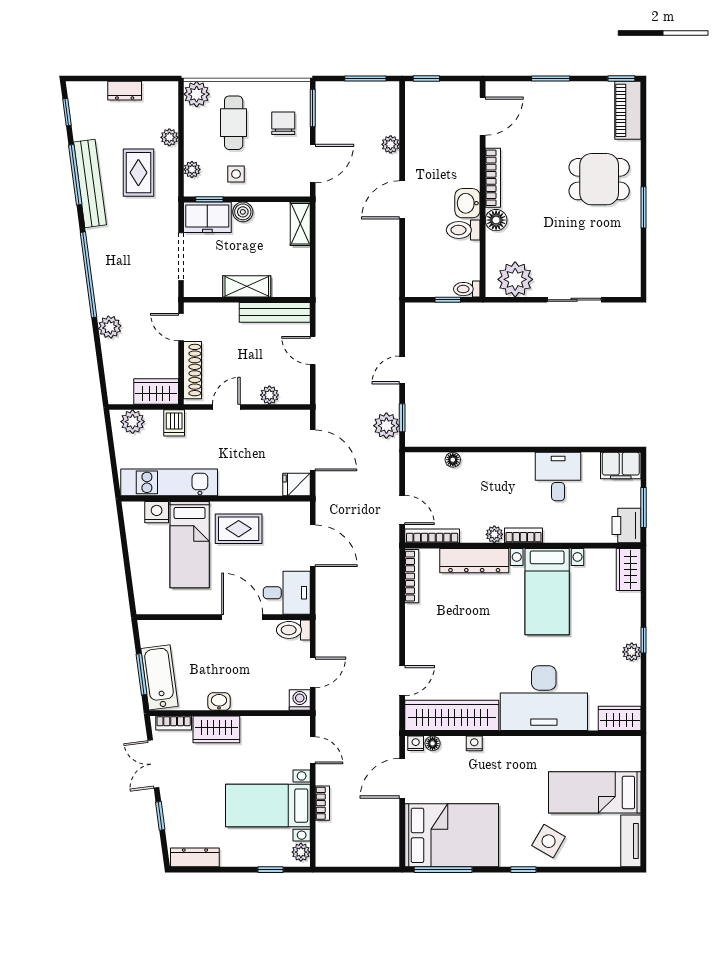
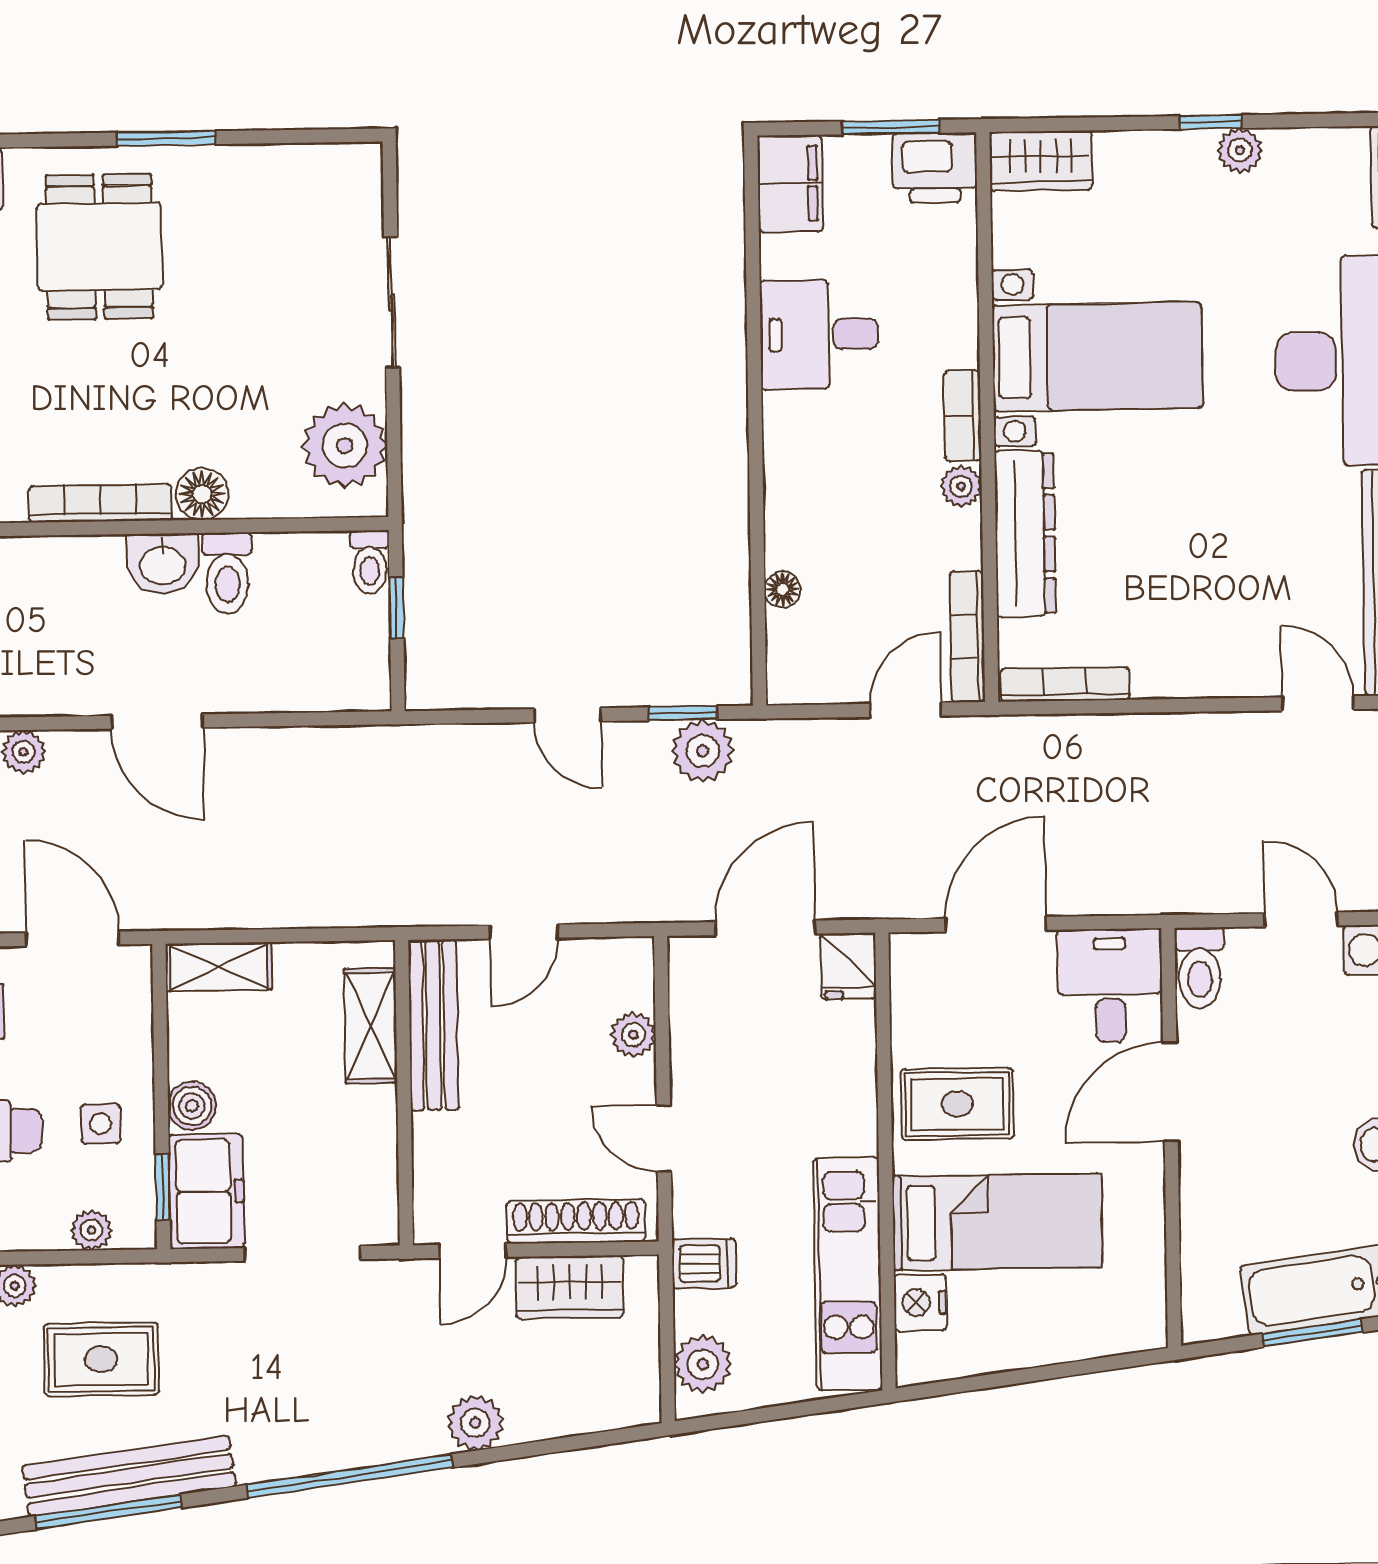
shelving: (247, 286) -> (371, 1026), moved
wardrobe: (156, 391) -> (570, 1287), moved, turned -90
rug: (239, 529) -> (957, 1104), turned 90

